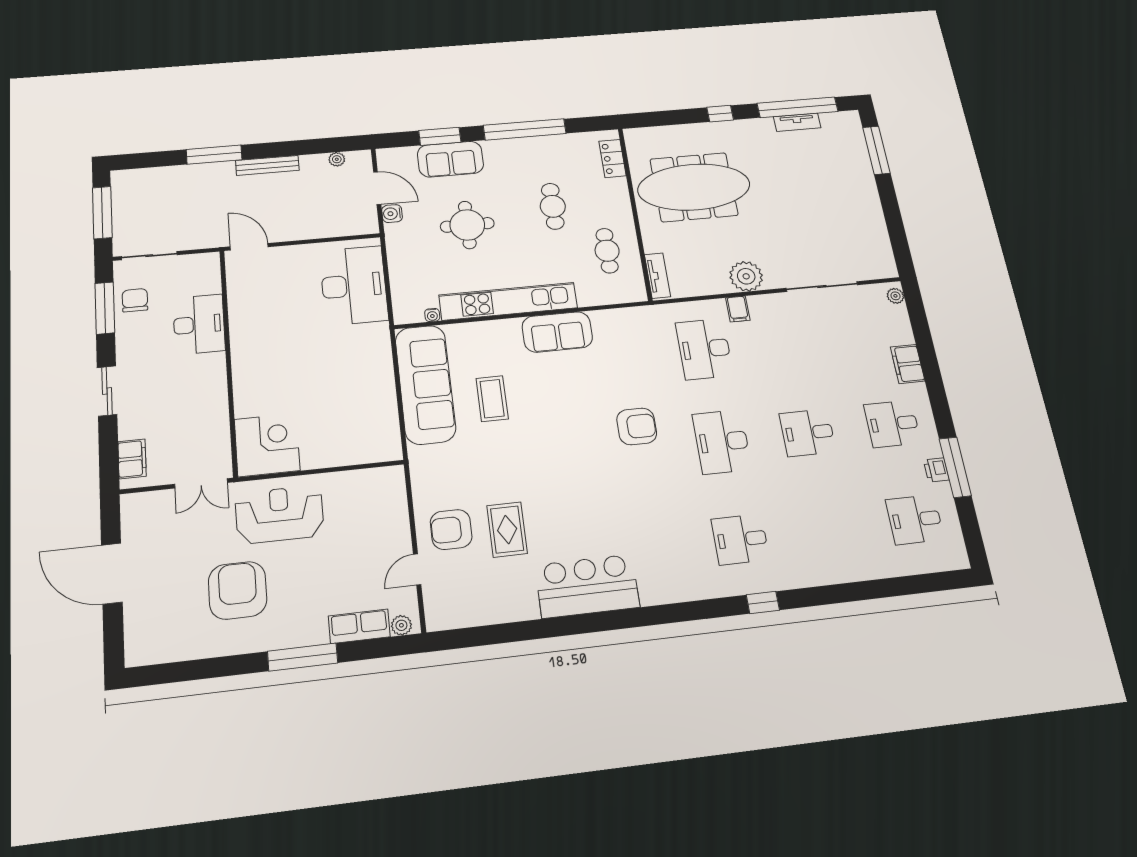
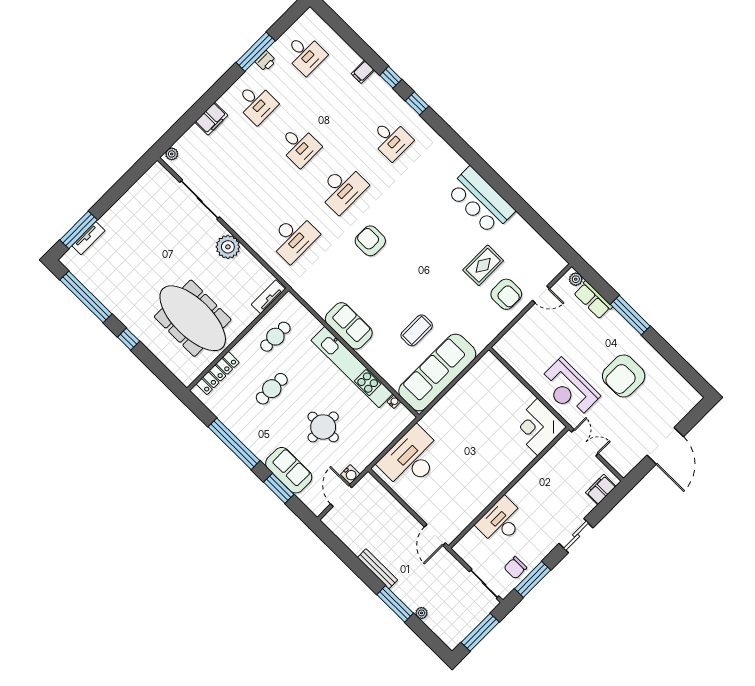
tv unit: (797, 122) -> (88, 238), moved, turned 90
locker: (613, 158) -> (218, 373), width x1.53
plant: (337, 159) -> (422, 613), moved
filing cabinet: (738, 309) -> (363, 72), moved, turned 180
window: (817, 596) -> (391, 77), added

